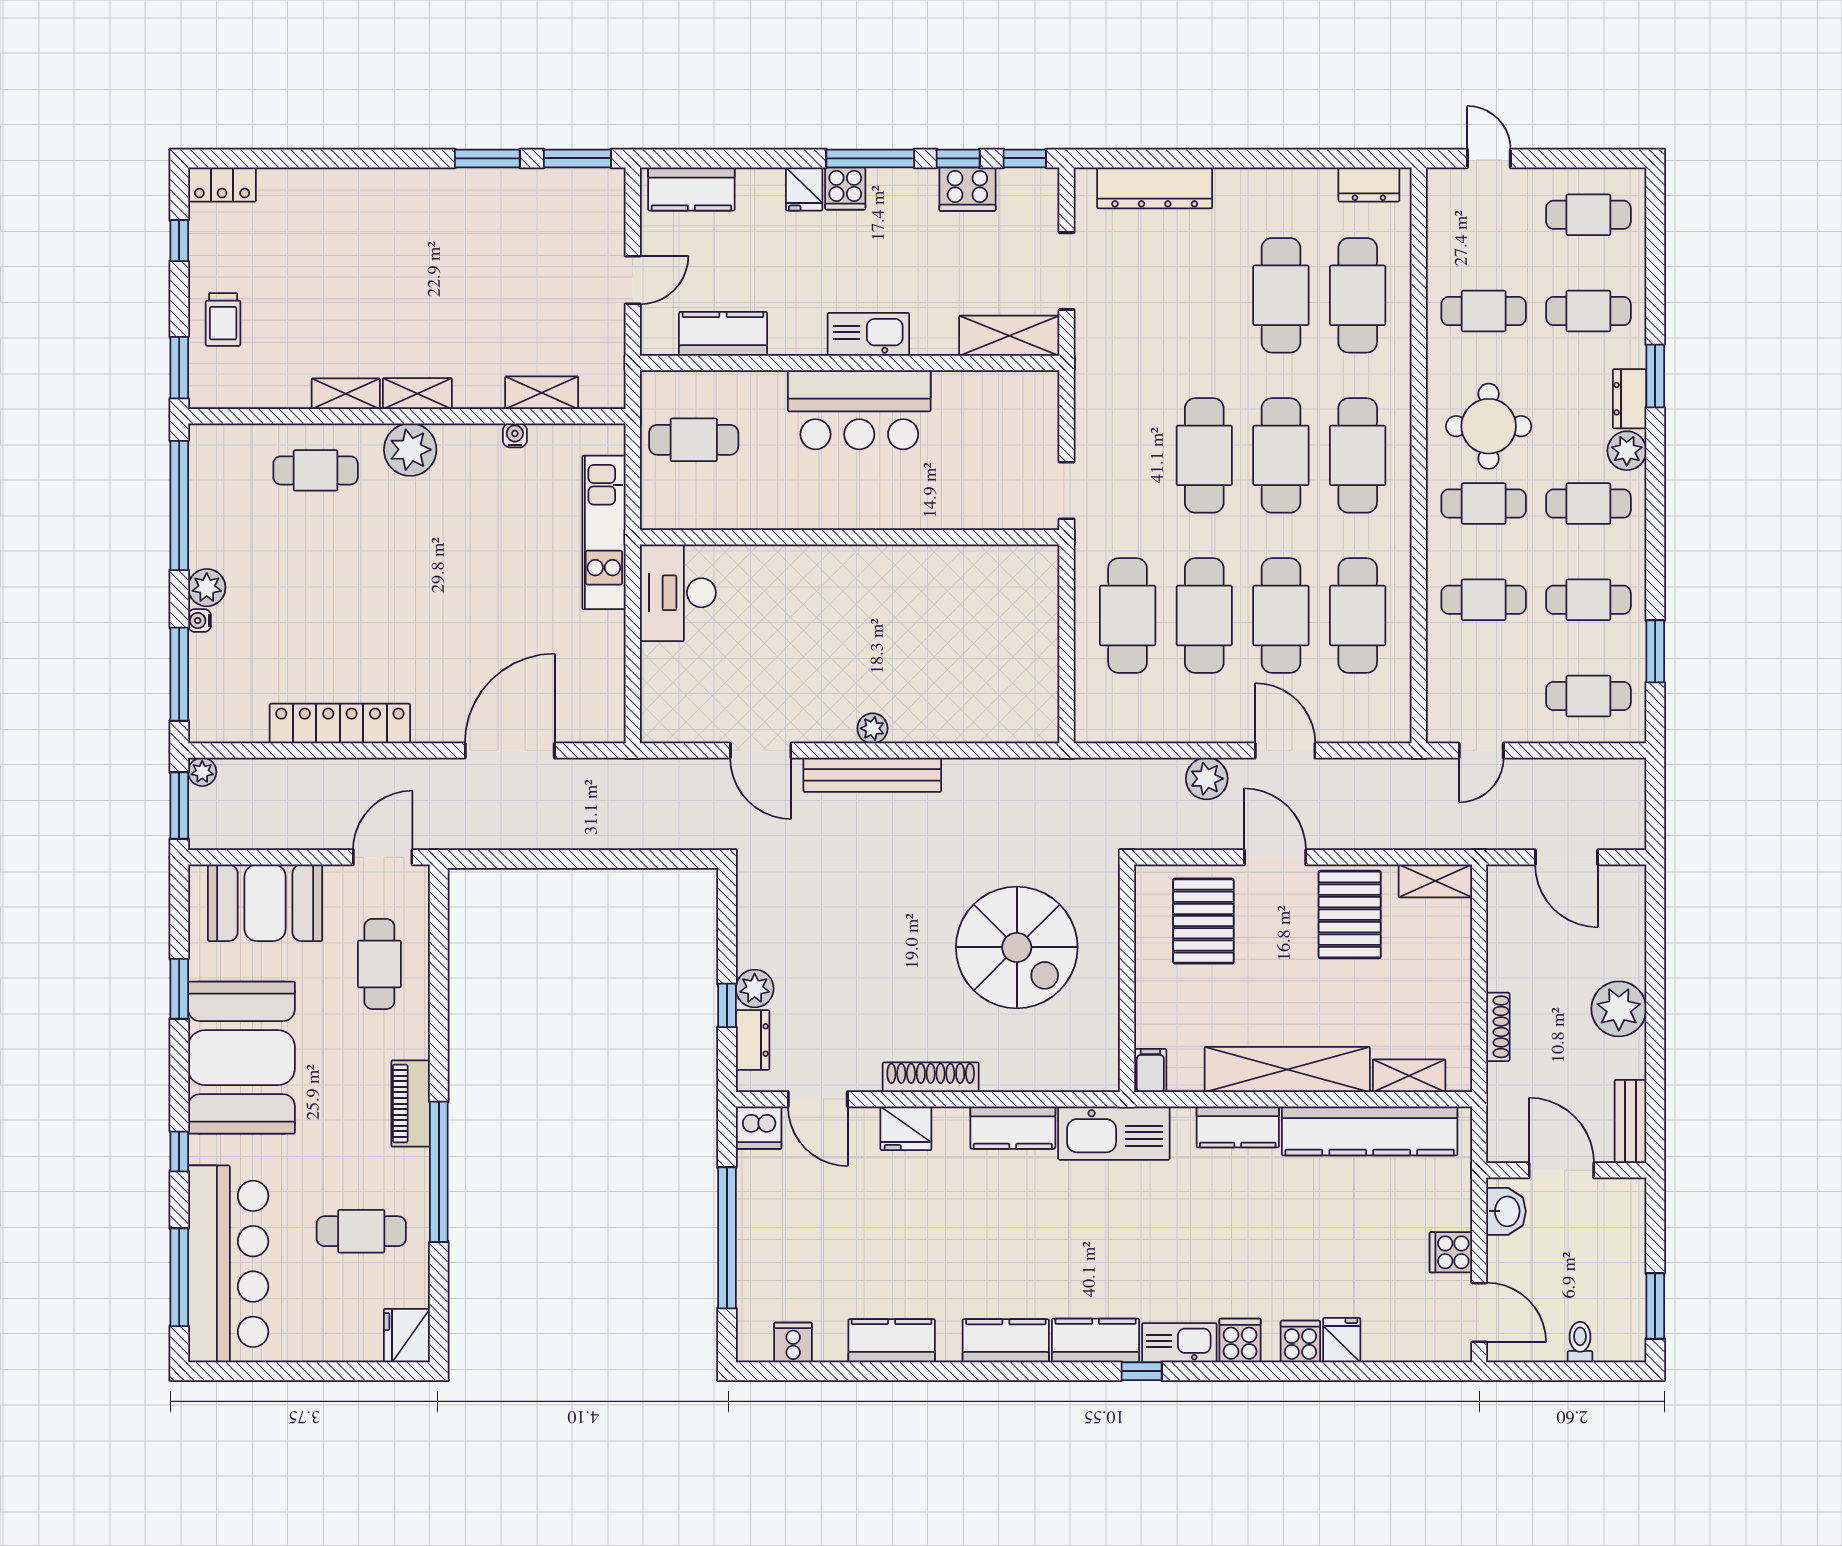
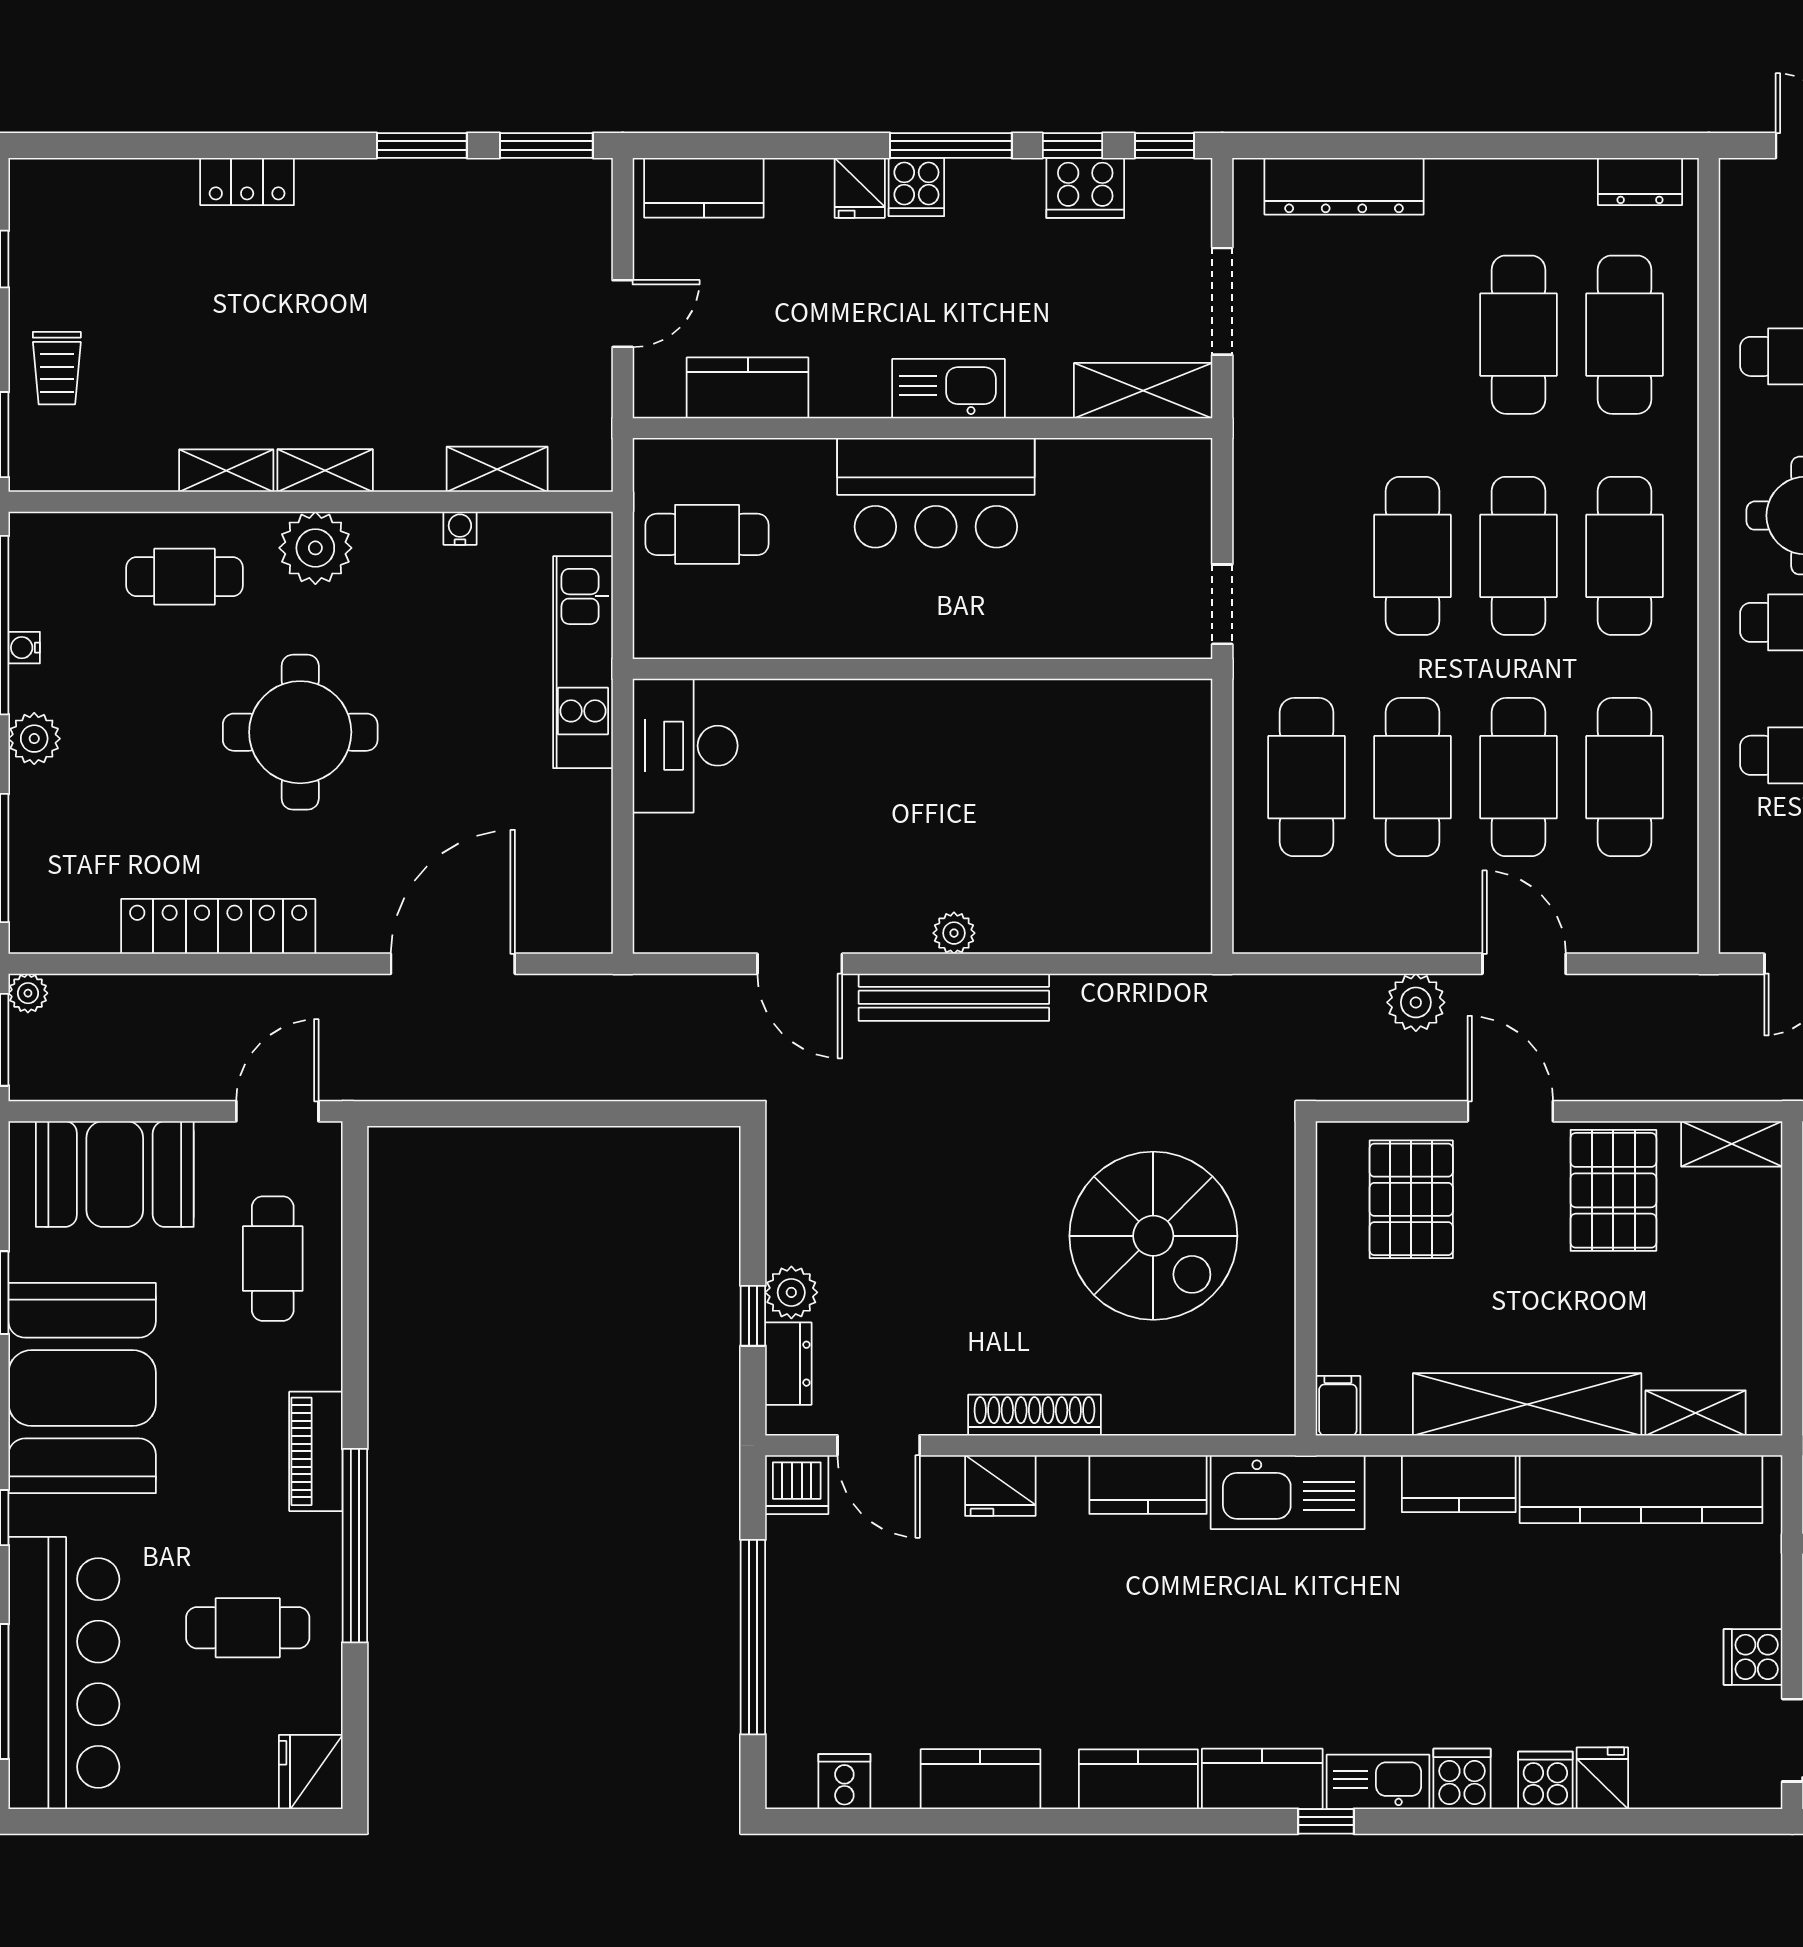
locker: (222, 184) -> (247, 182), moved
round table: (399, 583) -> (300, 732), added
water cooler: (199, 621) -> (24, 648), moved

